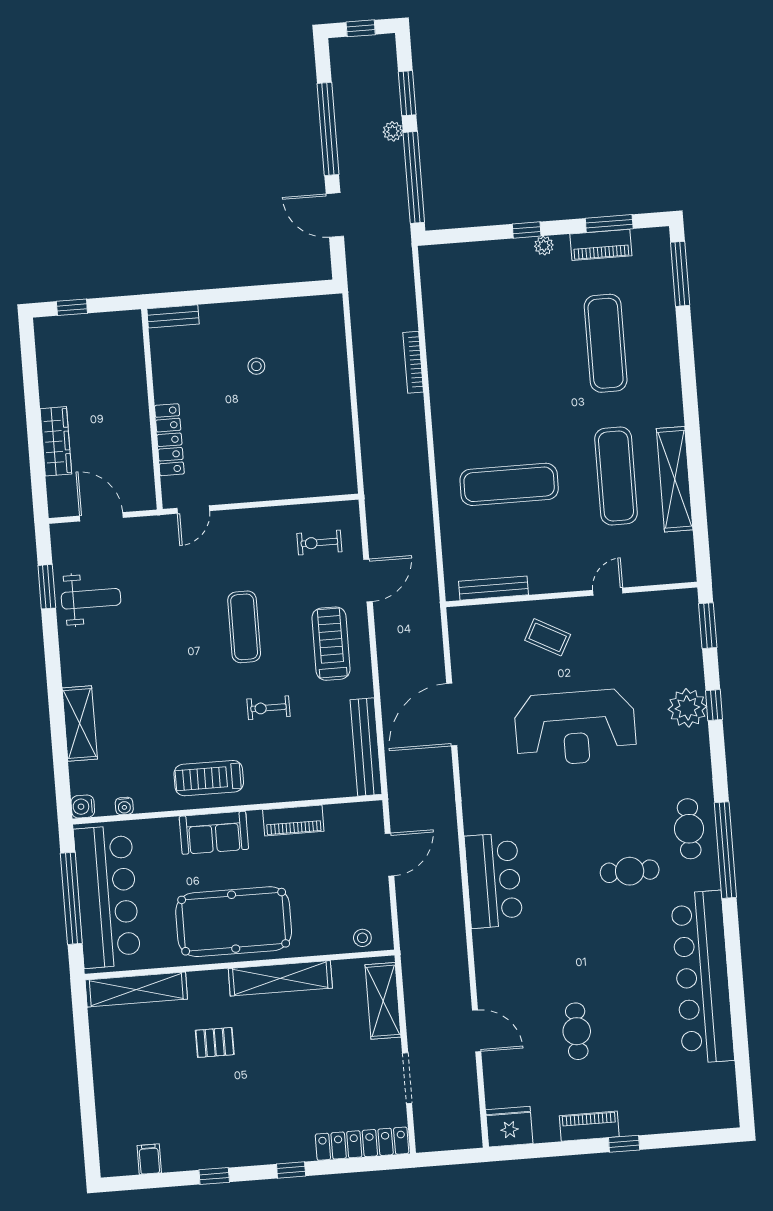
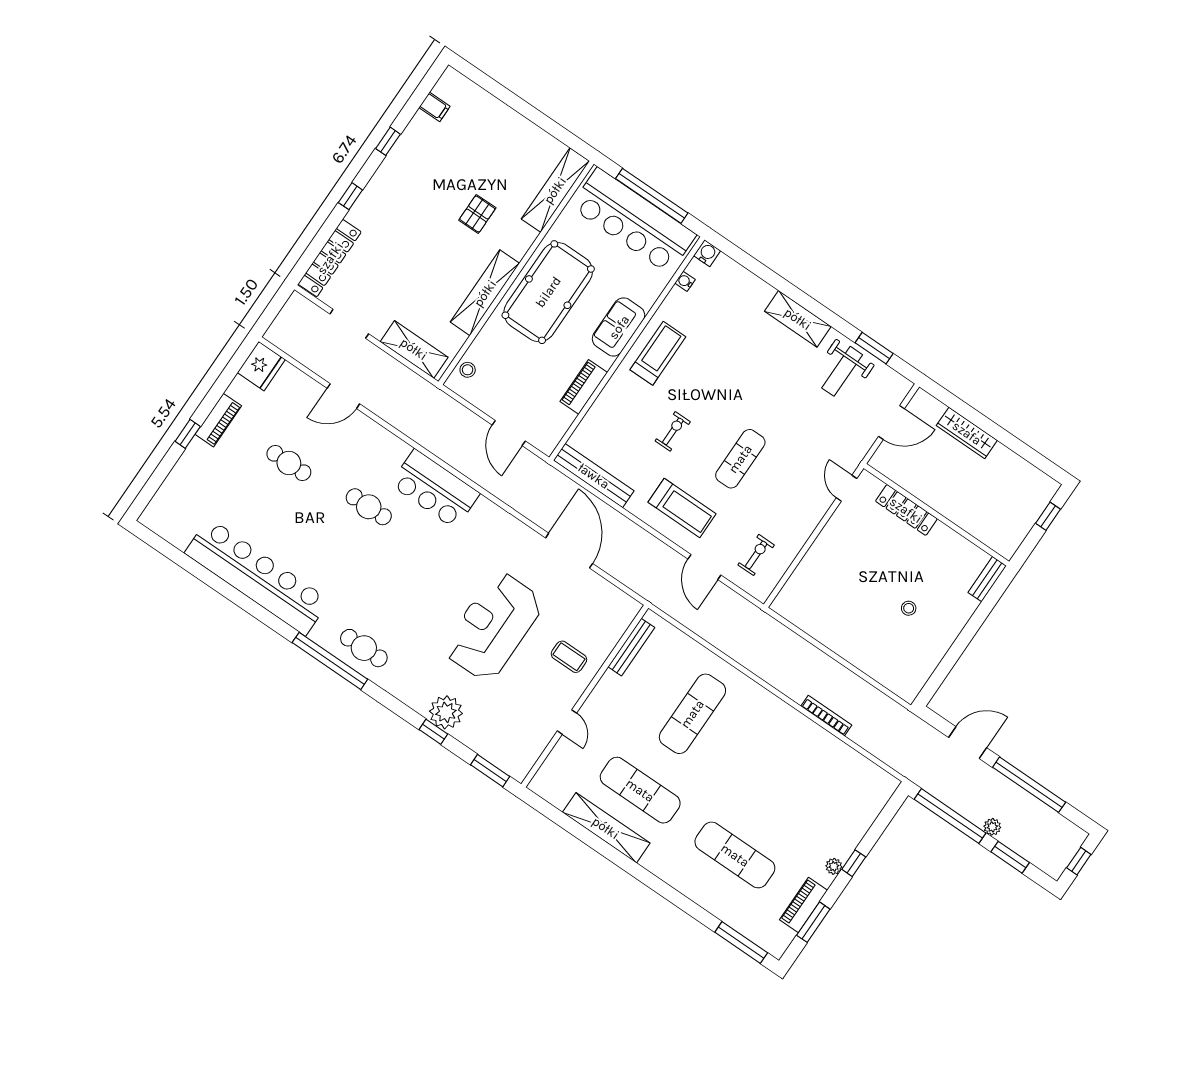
exercise mat: (244, 627) -> (740, 459), turned 90
coffee table: (548, 637) -> (569, 657), turned 62
shelving: (80, 723) -> (798, 319), moved
cafe table: (630, 871) -> (369, 507), moved, turned 90

